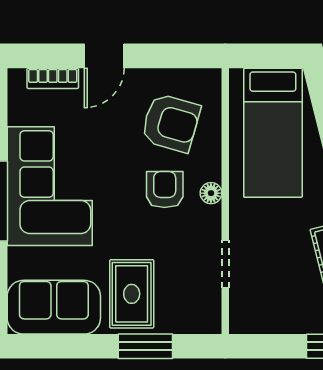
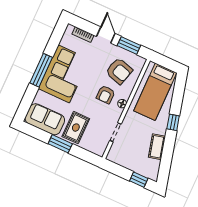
door: (104, 56) -> (106, 35), swing flipped
window: (167, 56) -> (129, 46), added
armchair: (165, 190) -> (106, 95), turned 180
window: (145, 346) -> (60, 144), moved

